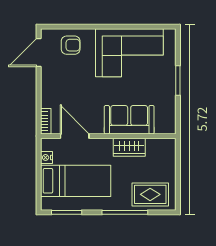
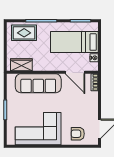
sofa: (129, 120) -> (38, 83), width x1.36
wardrobe: (129, 147) -> (21, 65), moved

